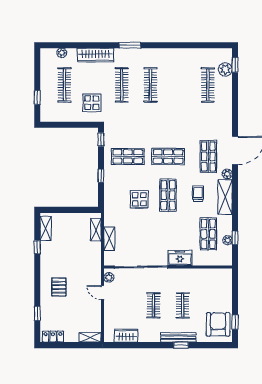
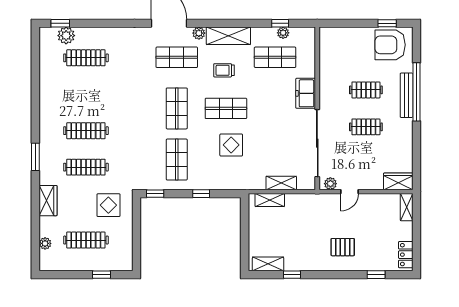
wardrobe: (95, 55) -> (48, 201), width x0.67
wardrobe: (126, 336) -> (398, 181), moved, turned 90
window: (181, 345) -> (416, 92), width x3.17

